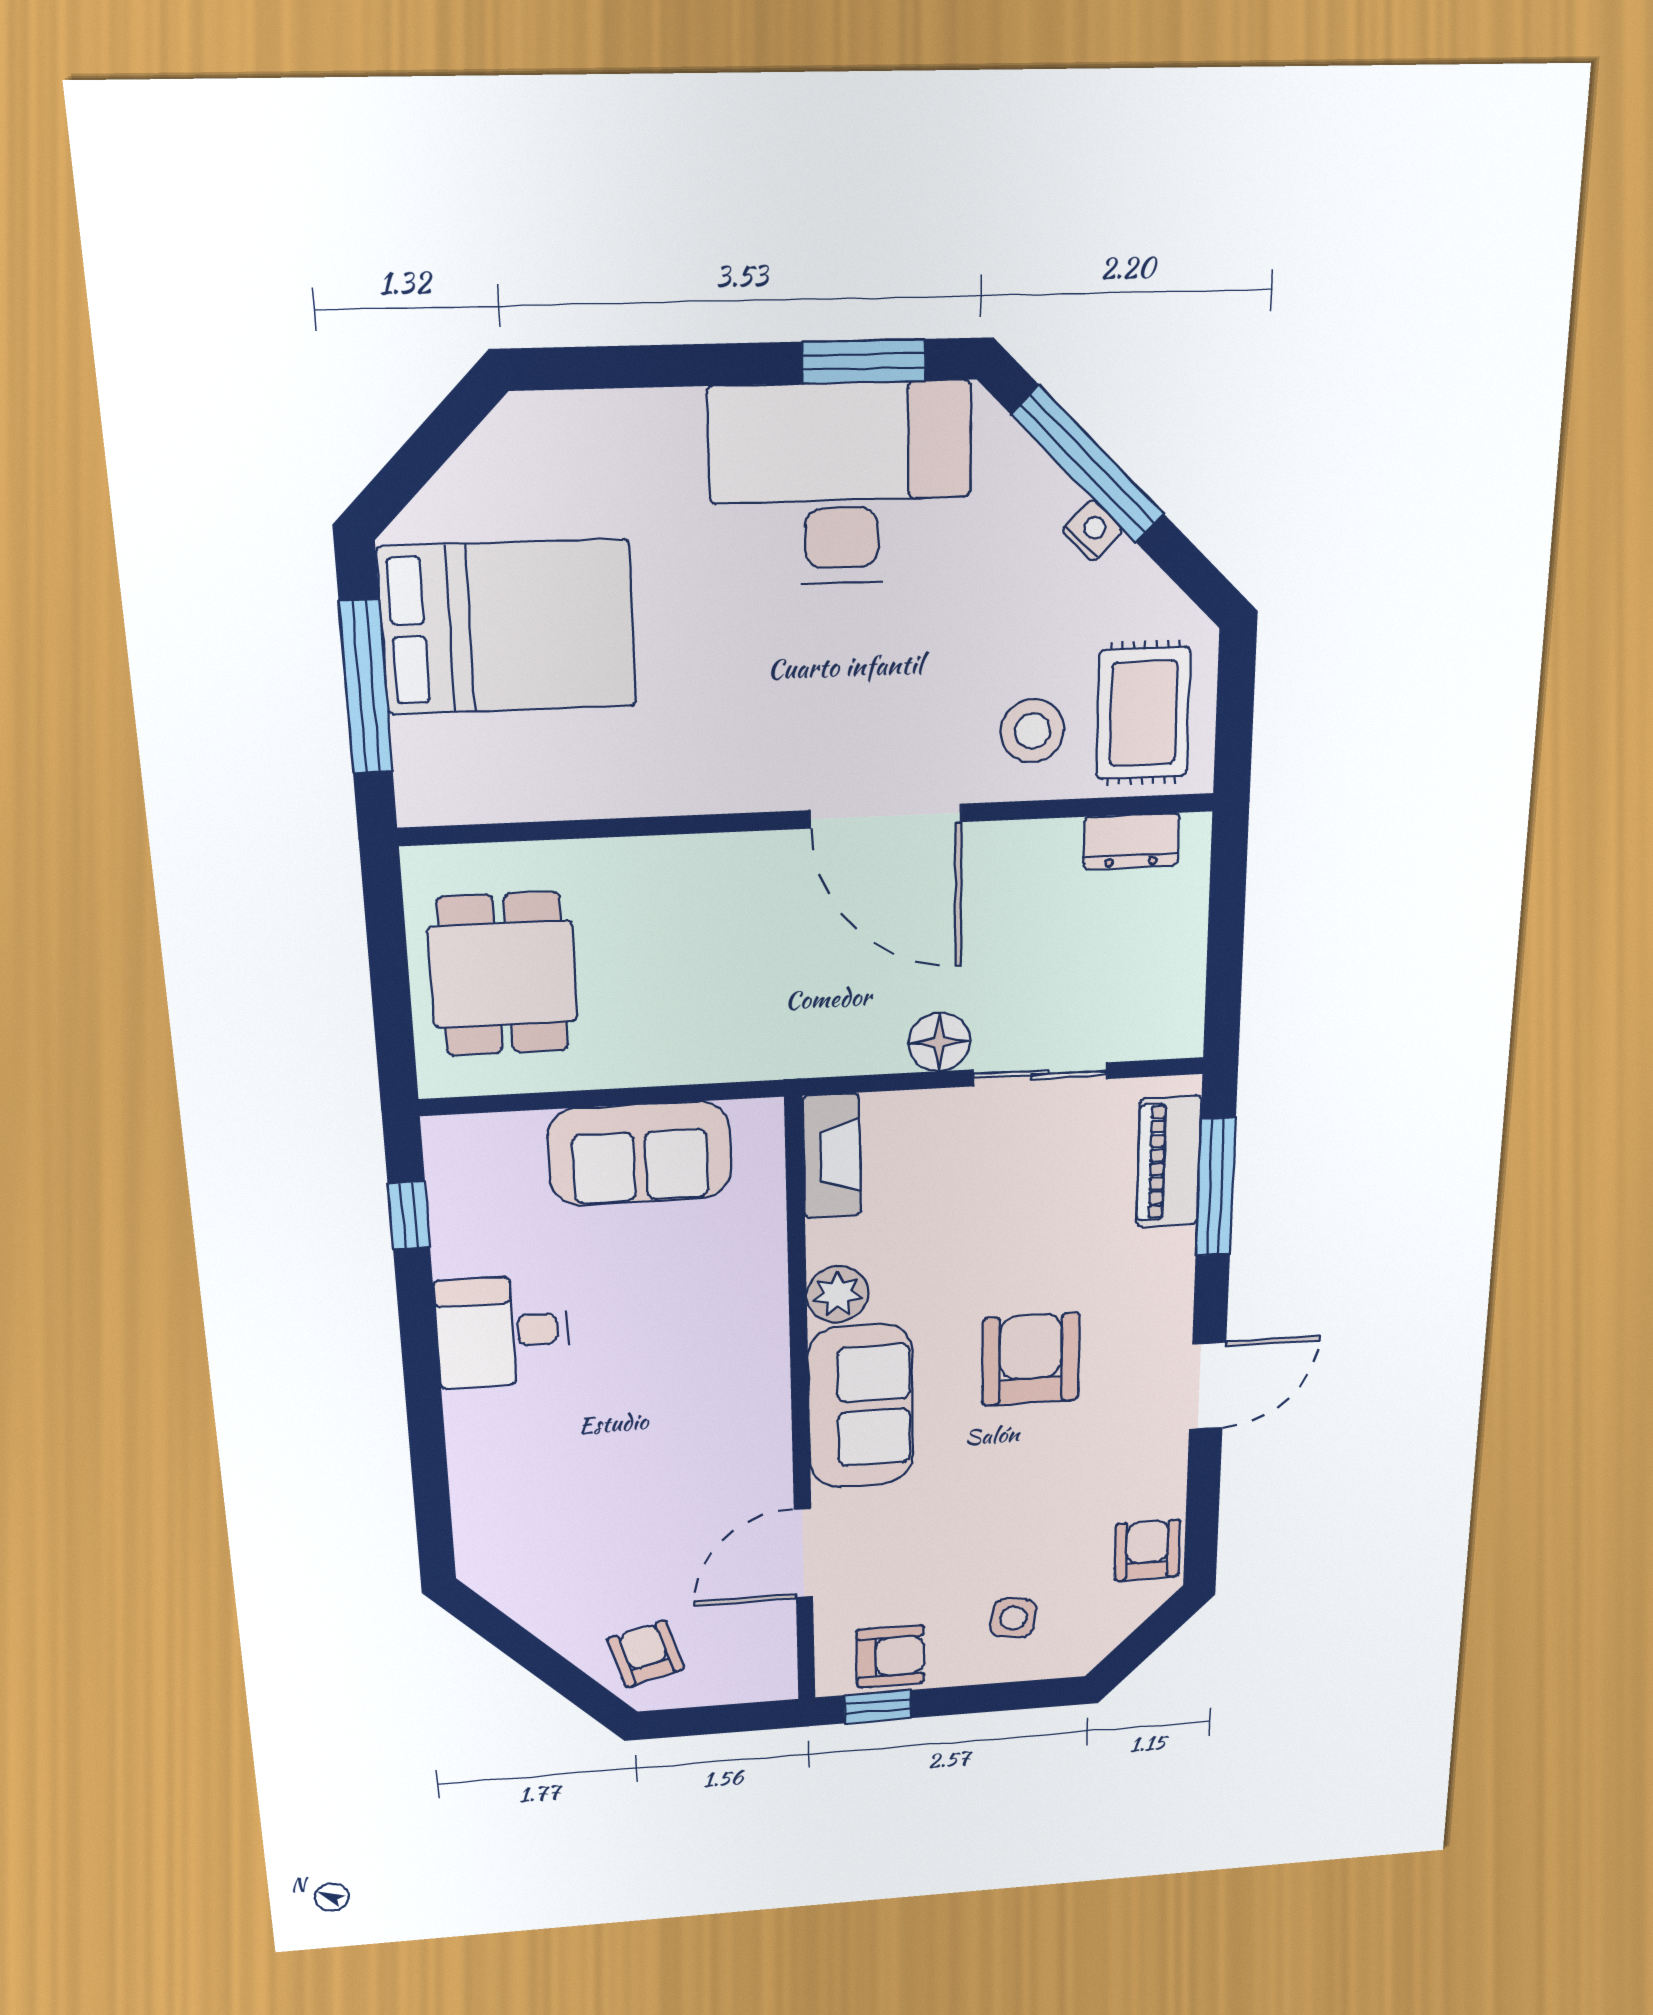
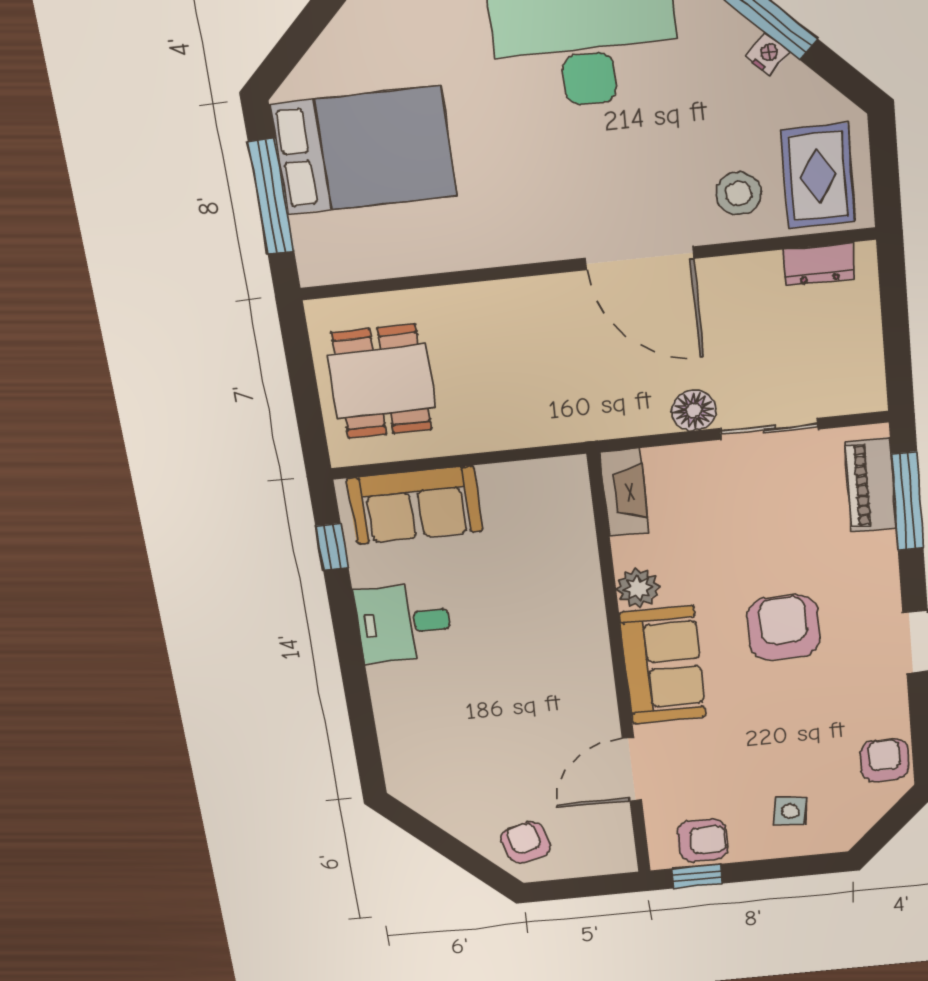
sofa: (640, 1154) -> (415, 505), moved

